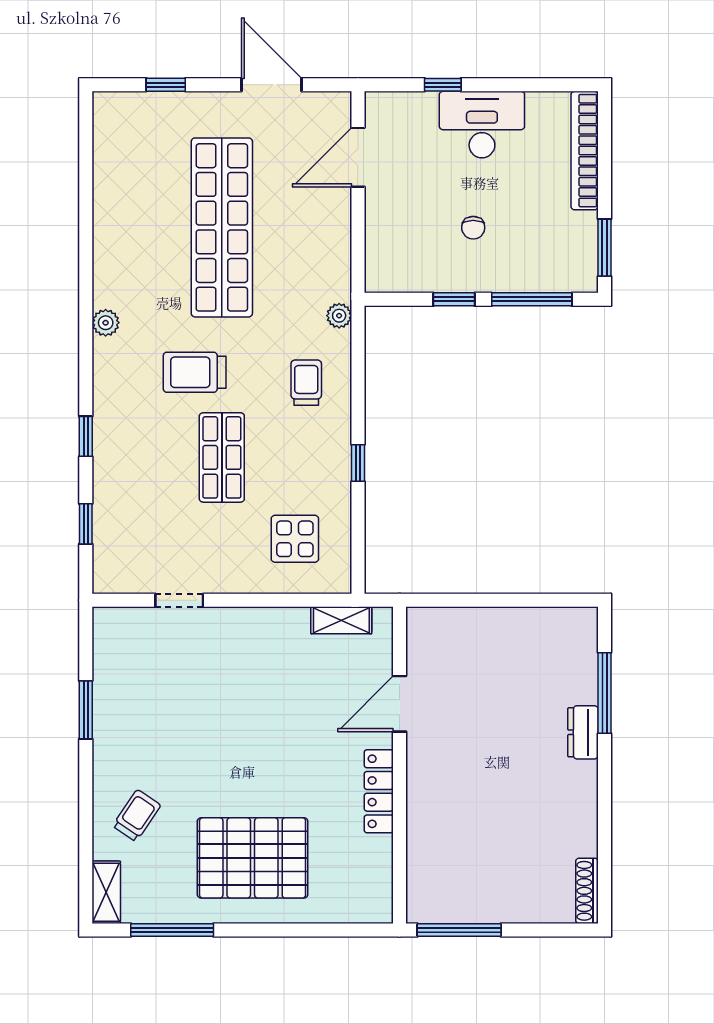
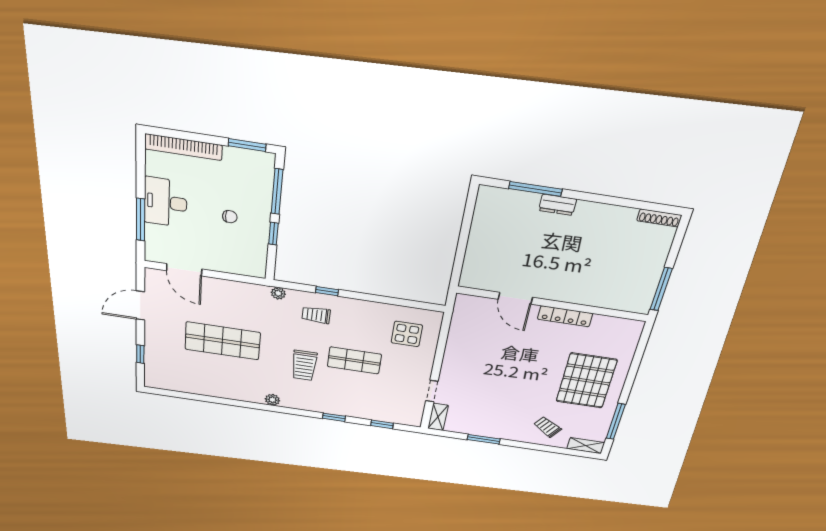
window: (443, 85) -> (141, 220), width x2.17
shop shelf: (222, 227) -> (223, 341), width x0.71
window: (358, 463) -> (327, 291), moved
shelving: (341, 620) -> (438, 417), moved

